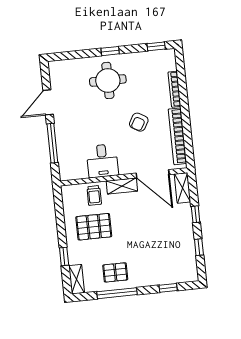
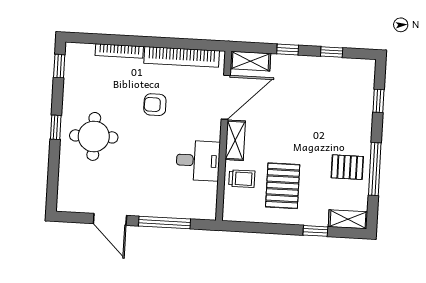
armchair: (139, 122) -> (155, 105), turned 150
pallet: (115, 272) -> (347, 167), turned 90

